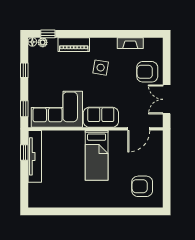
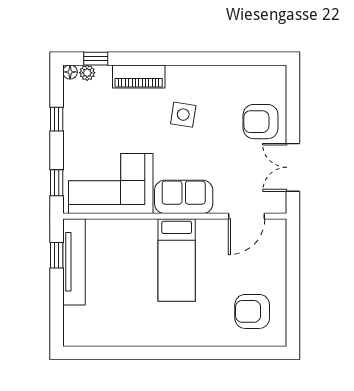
fireplace: (130, 43) -> (232, 74), removed

